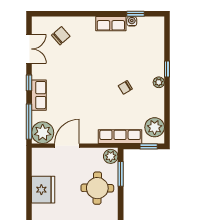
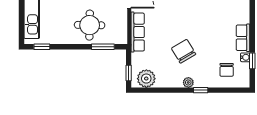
chair: (145, 41) -> (227, 70), added
chair: (125, 87) -> (184, 51), width x1.87, depth x1.87
row of seats: (120, 137) -> (138, 32), moved
plant: (111, 156) -> (119, 38), removed

